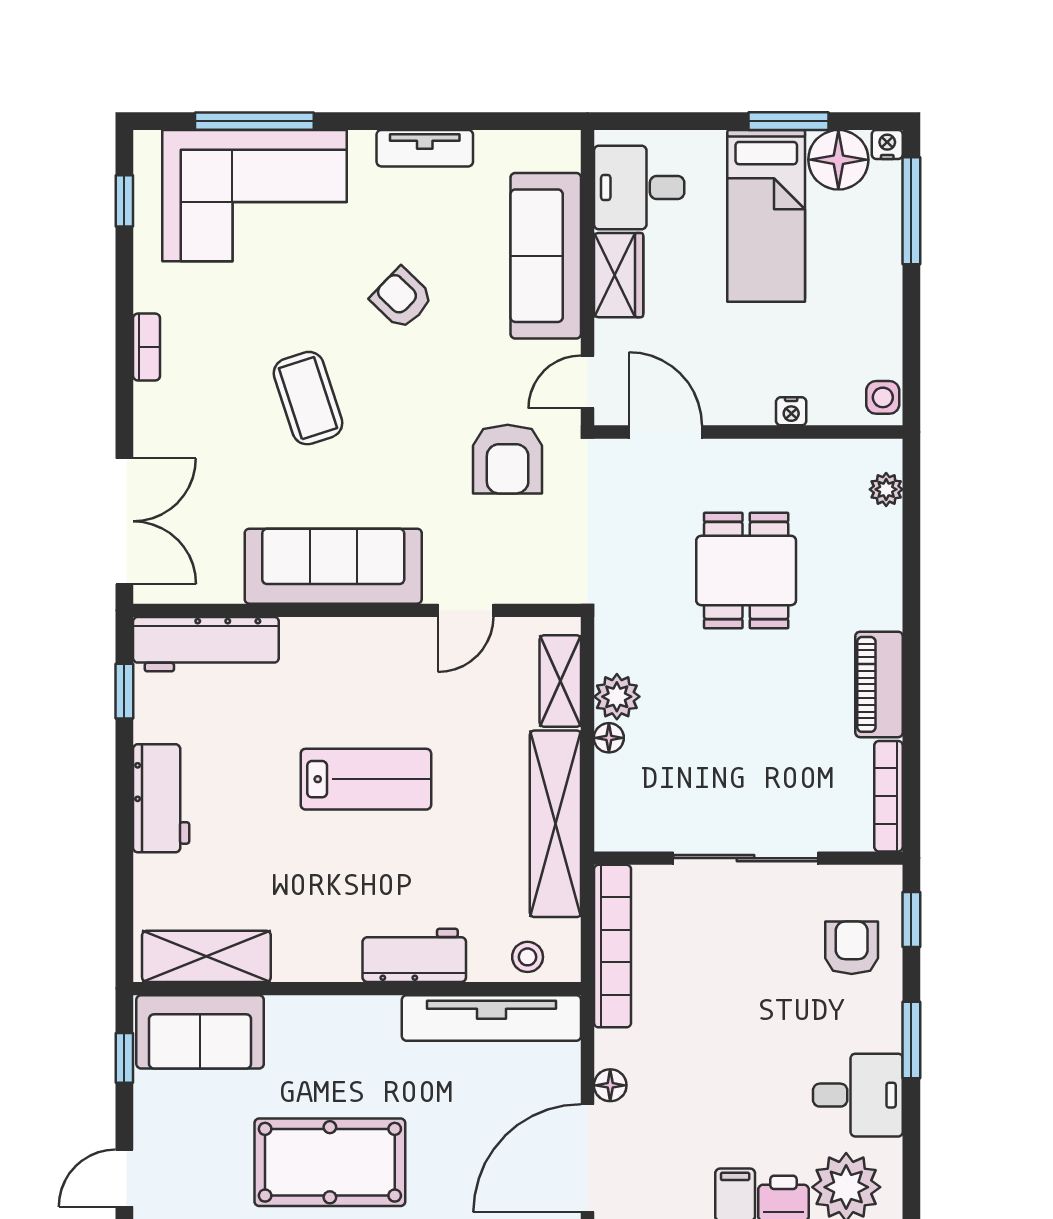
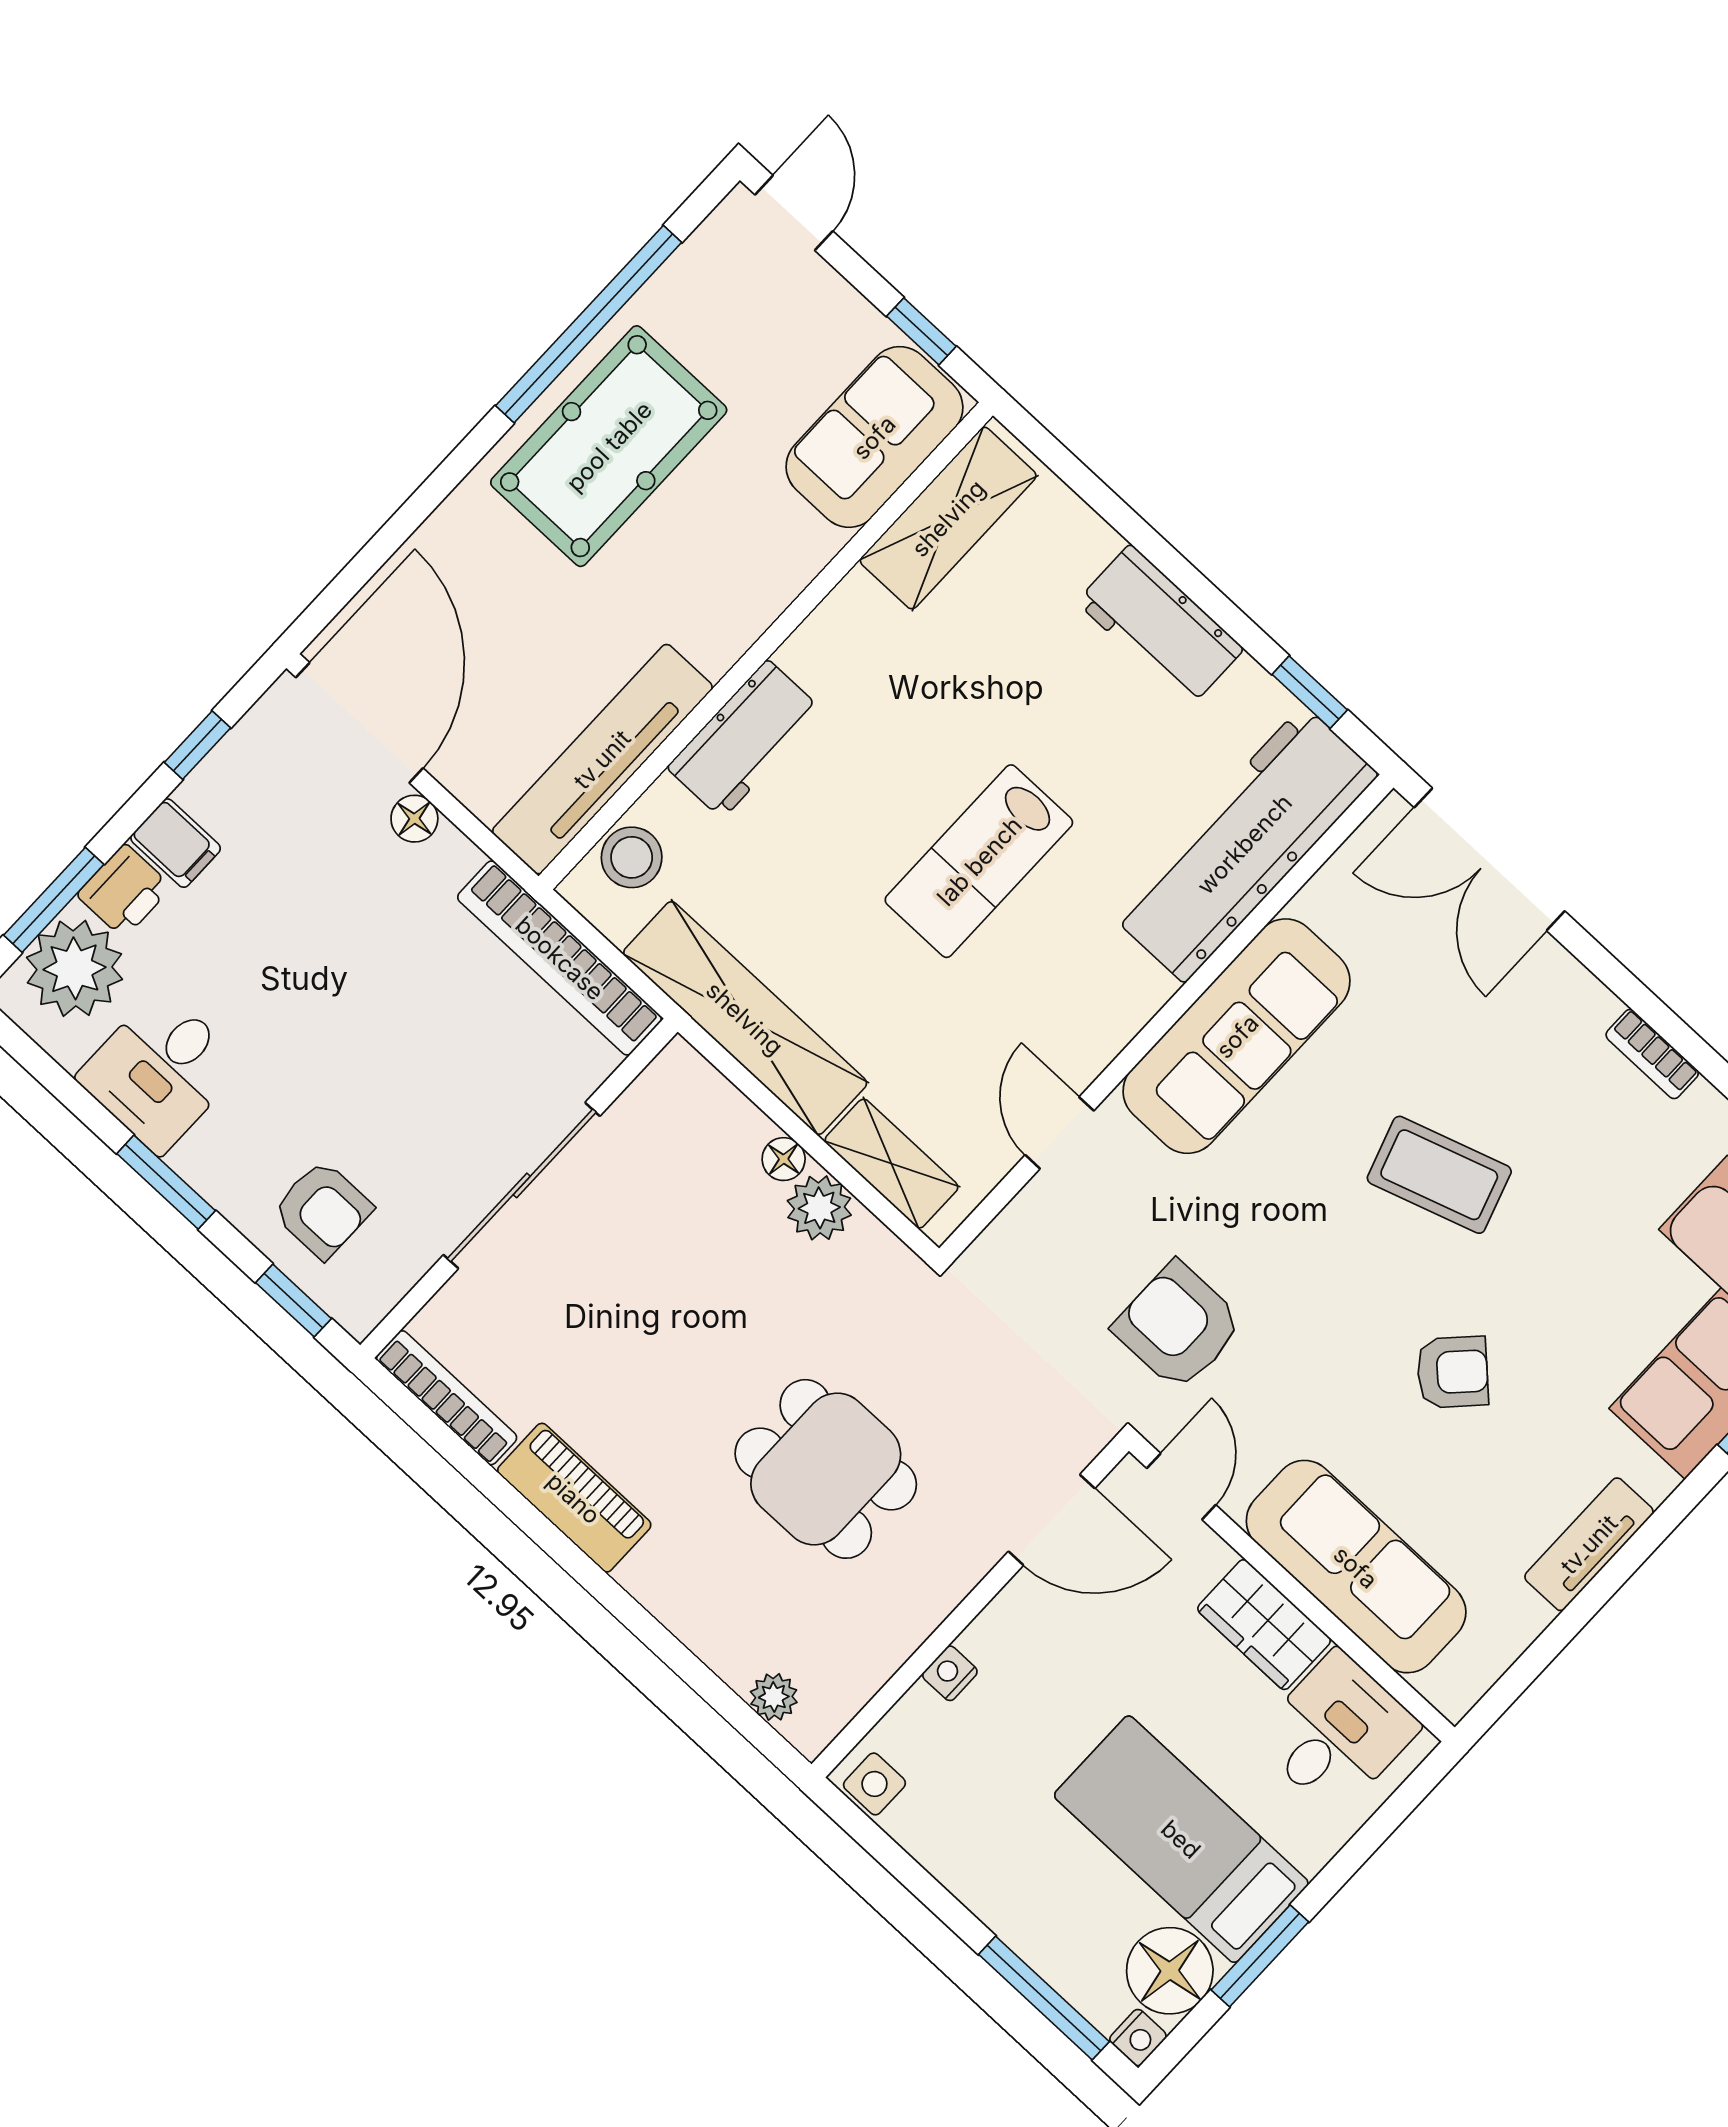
workbench: (206, 644) -> (1244, 844), width x1.36, depth x1.32
stool: (528, 957) -> (632, 857), width x1.37, depth x1.37

